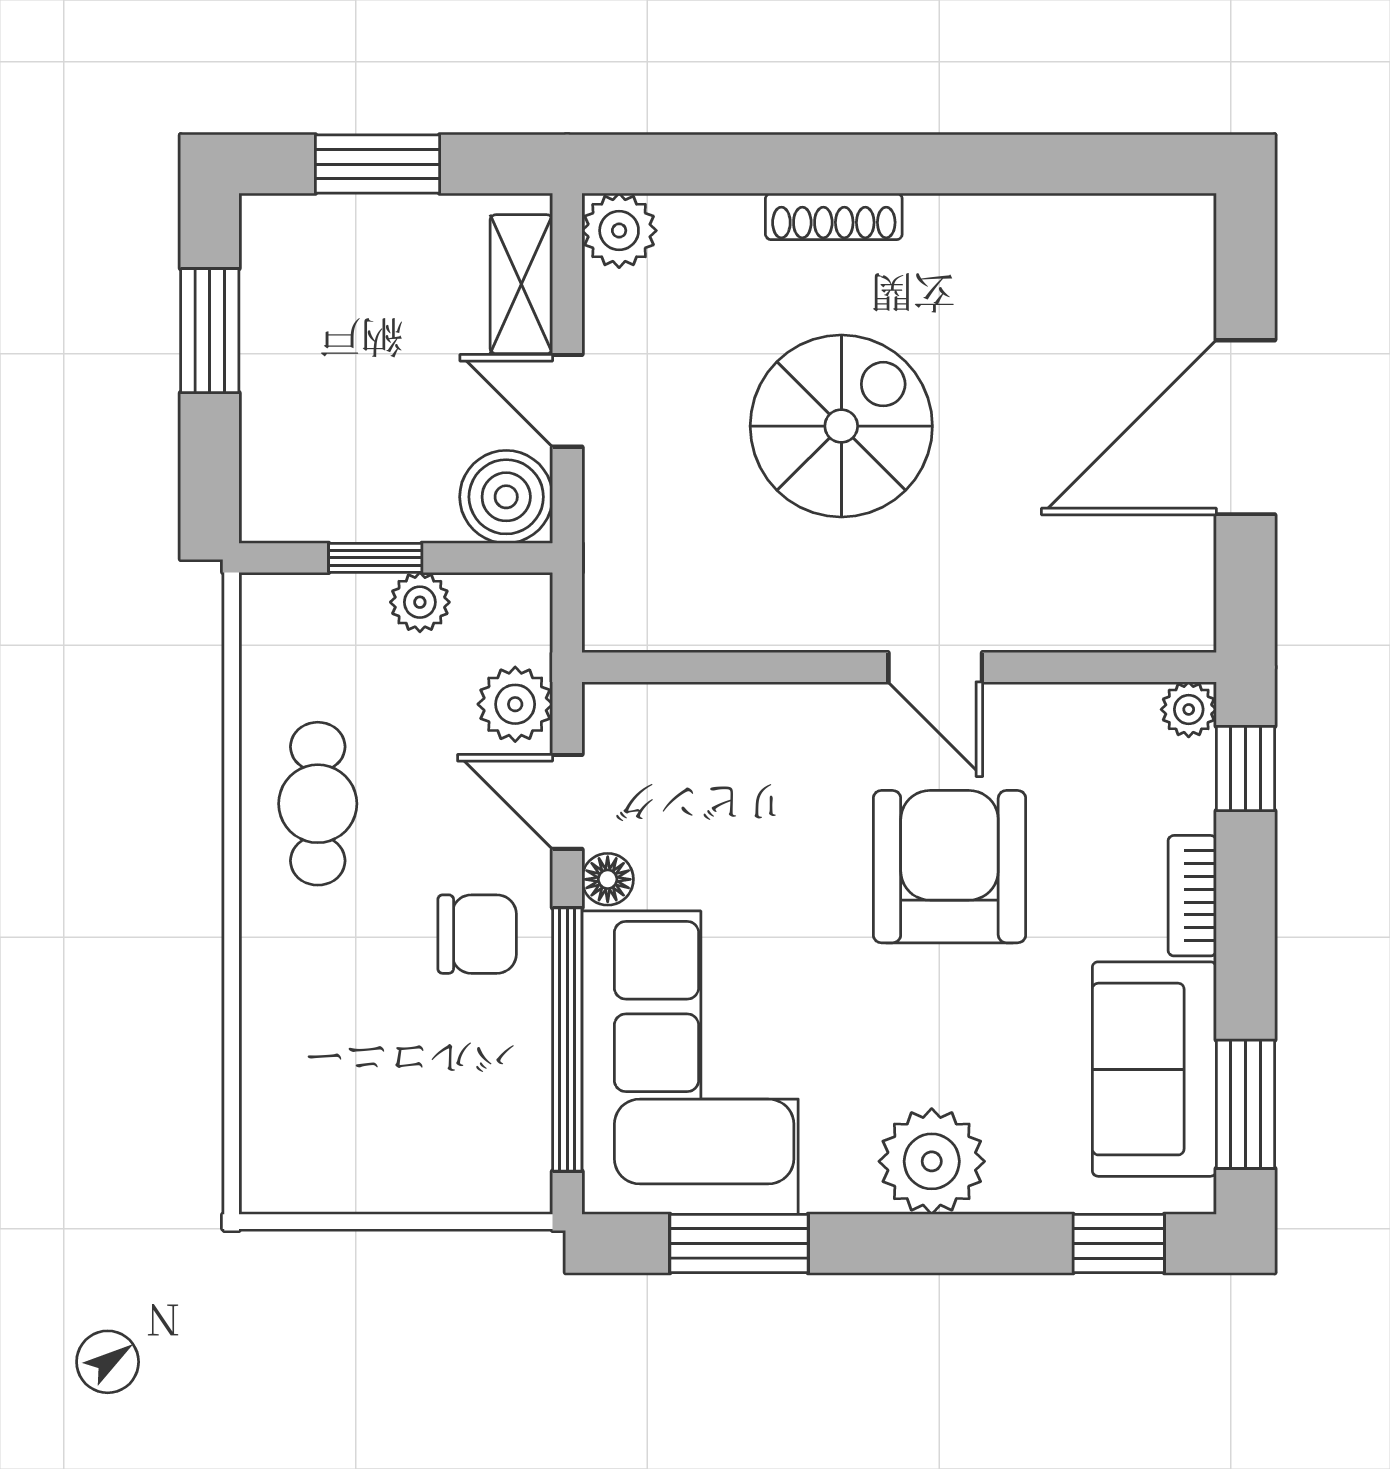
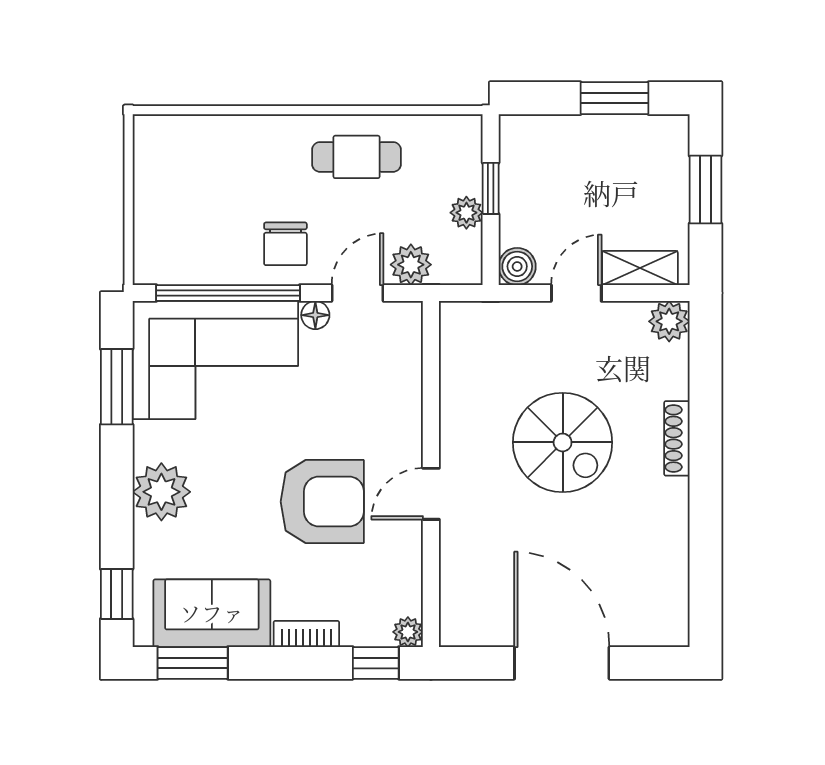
boiler: (506, 497) -> (517, 266), width x0.73, depth x0.73

